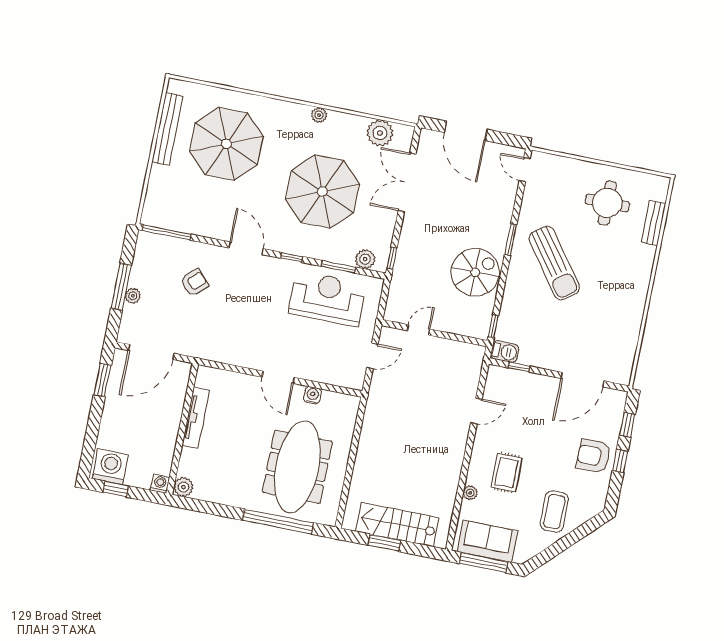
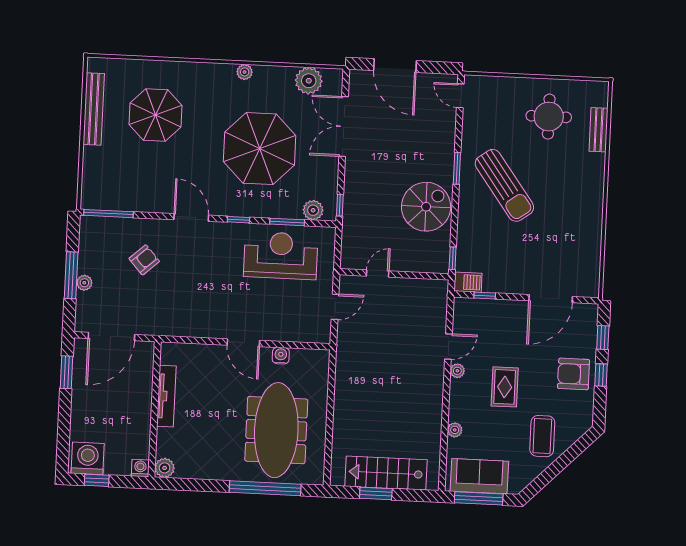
parasol: (226, 144) -> (155, 115), width x0.73, depth x0.73
plant: (481, 436) -> (457, 371), added
rug: (506, 473) -> (505, 387), moved

